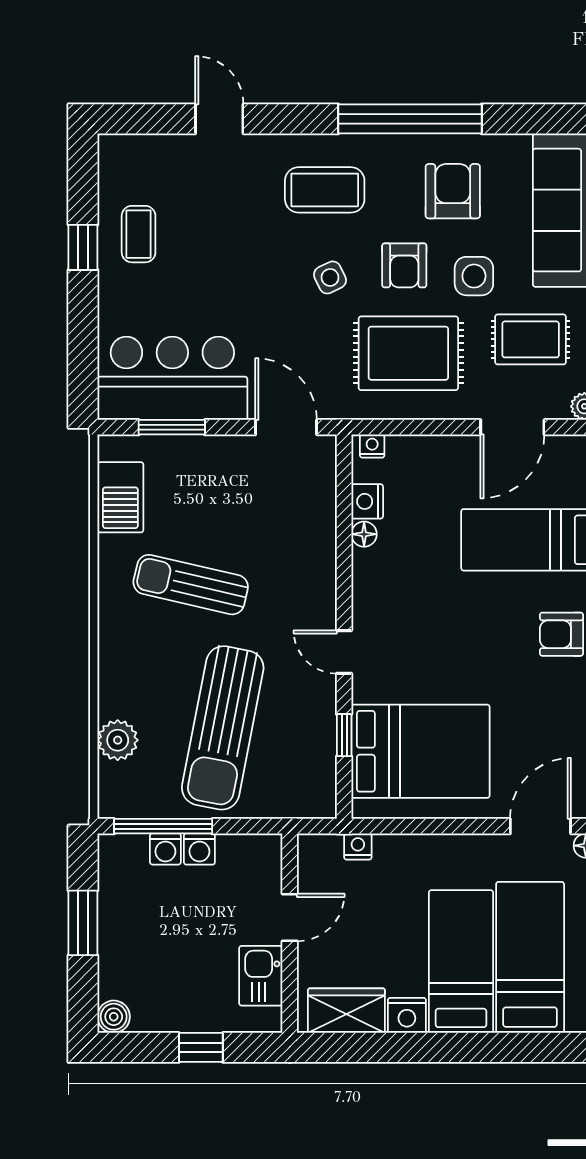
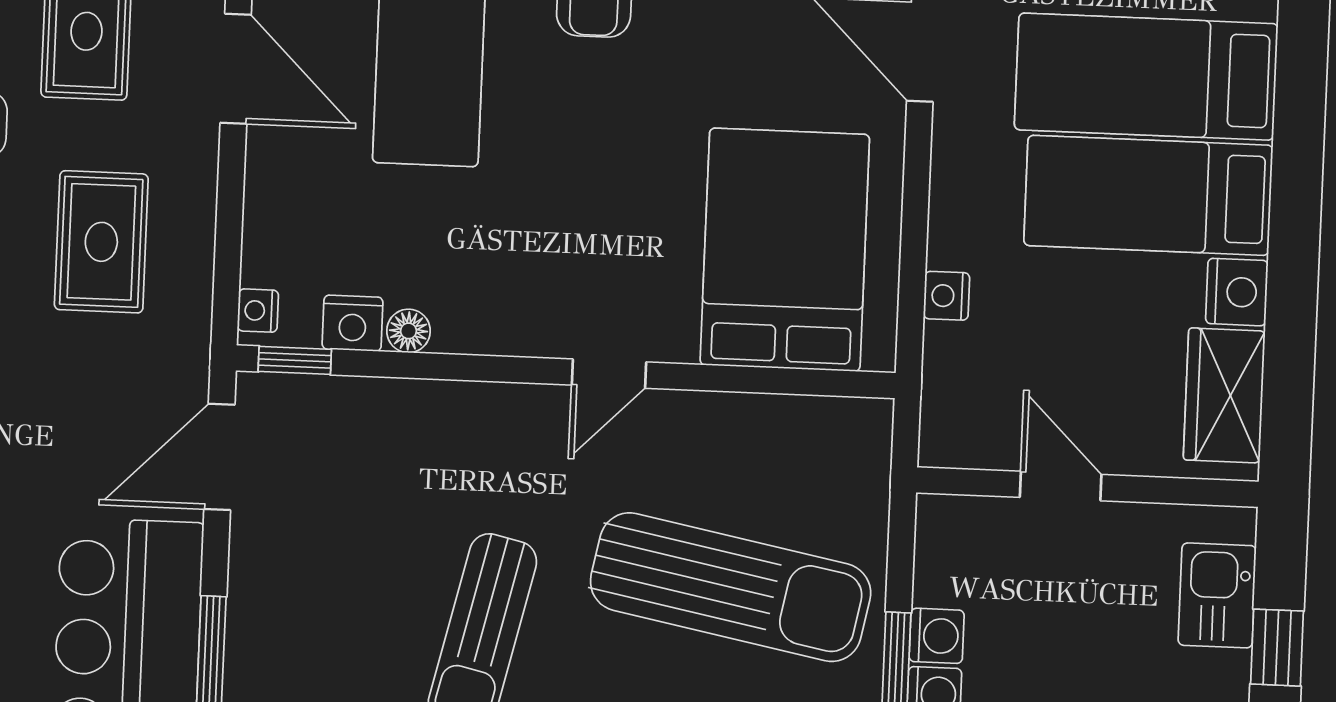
rug: (408, 353) -> (101, 242), width x0.73, depth x0.70
window: (344, 735) -> (295, 360), moved
nightstand: (358, 847) -> (947, 296), moved
kitchen sink: (261, 976) -> (1217, 595), moved, turned 90

